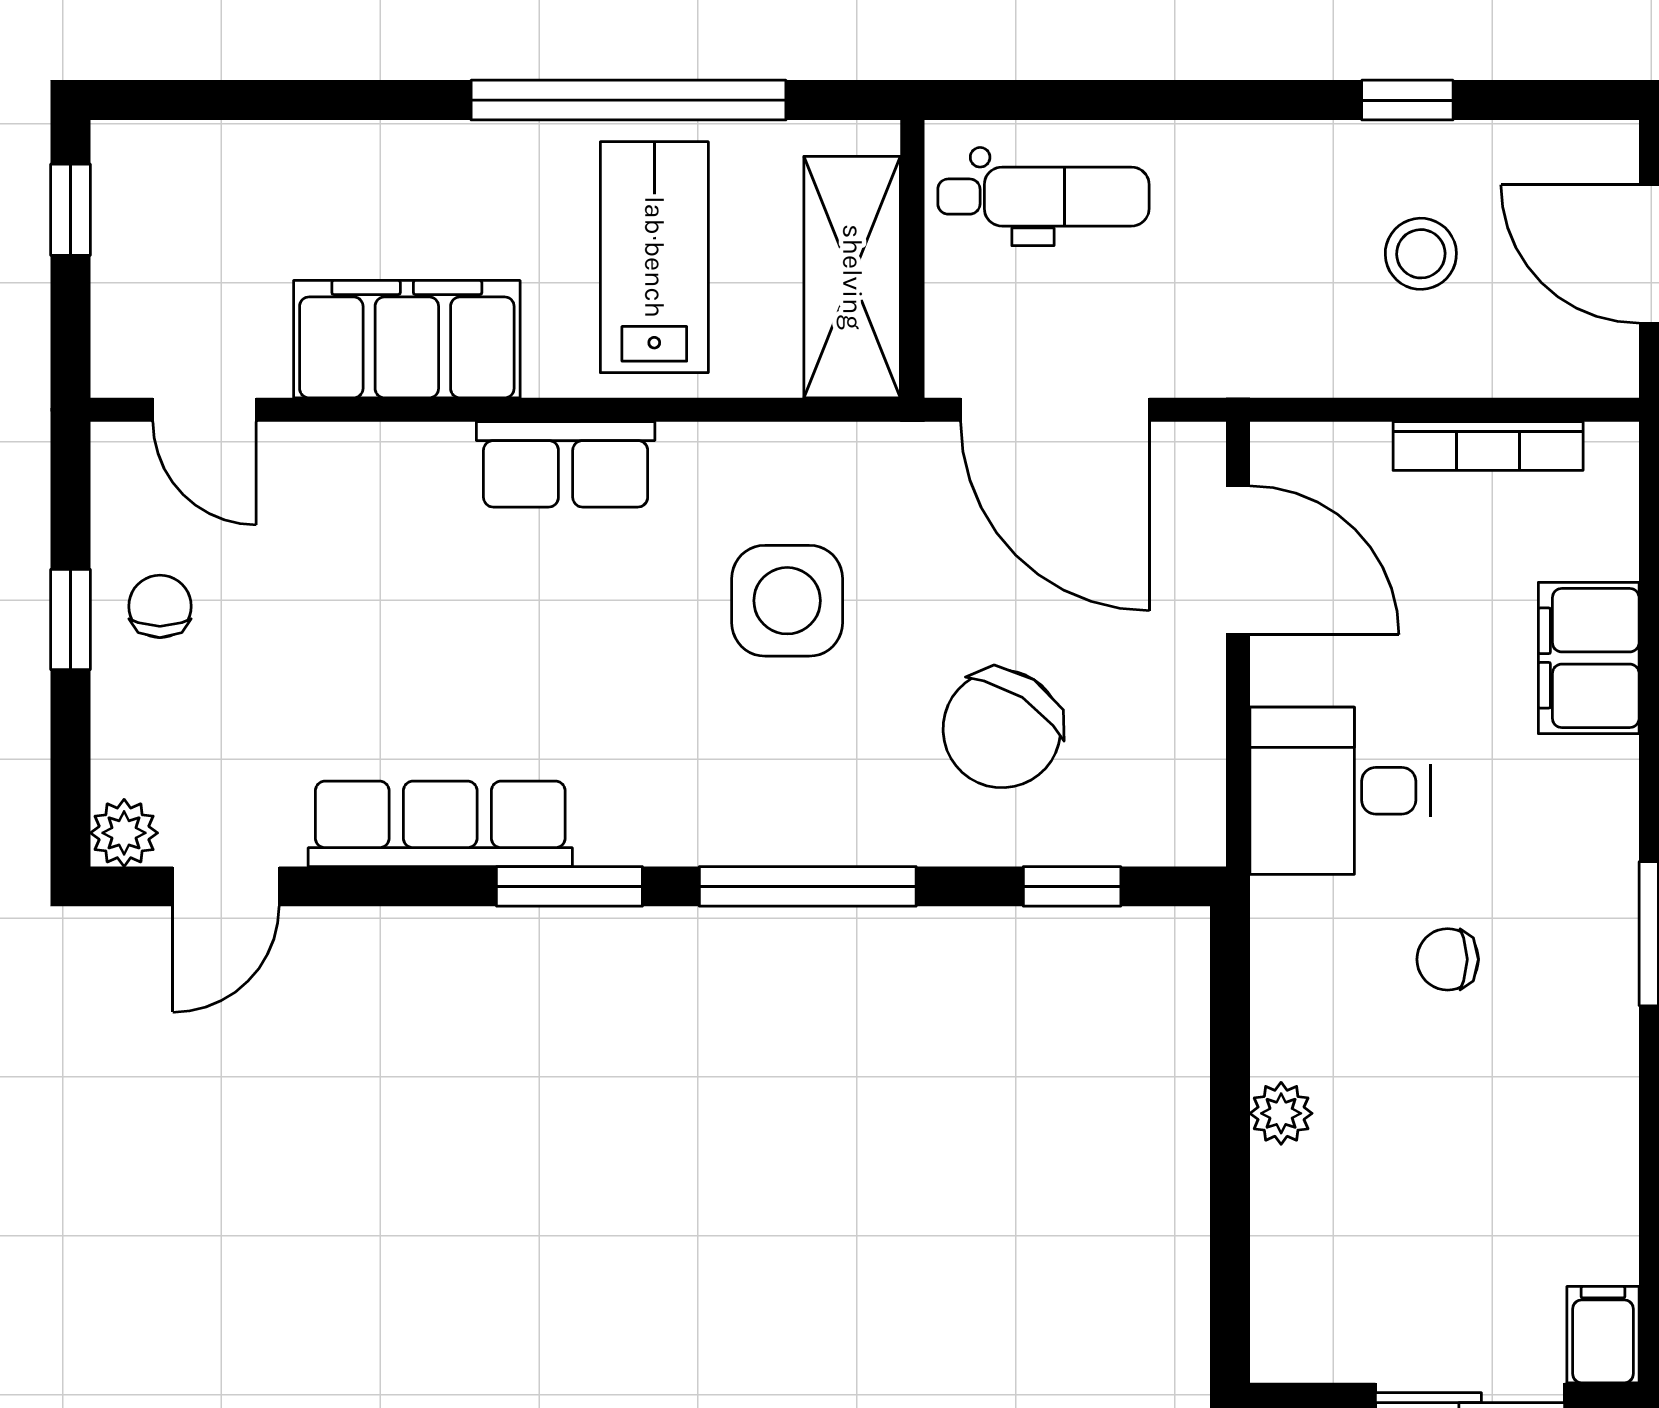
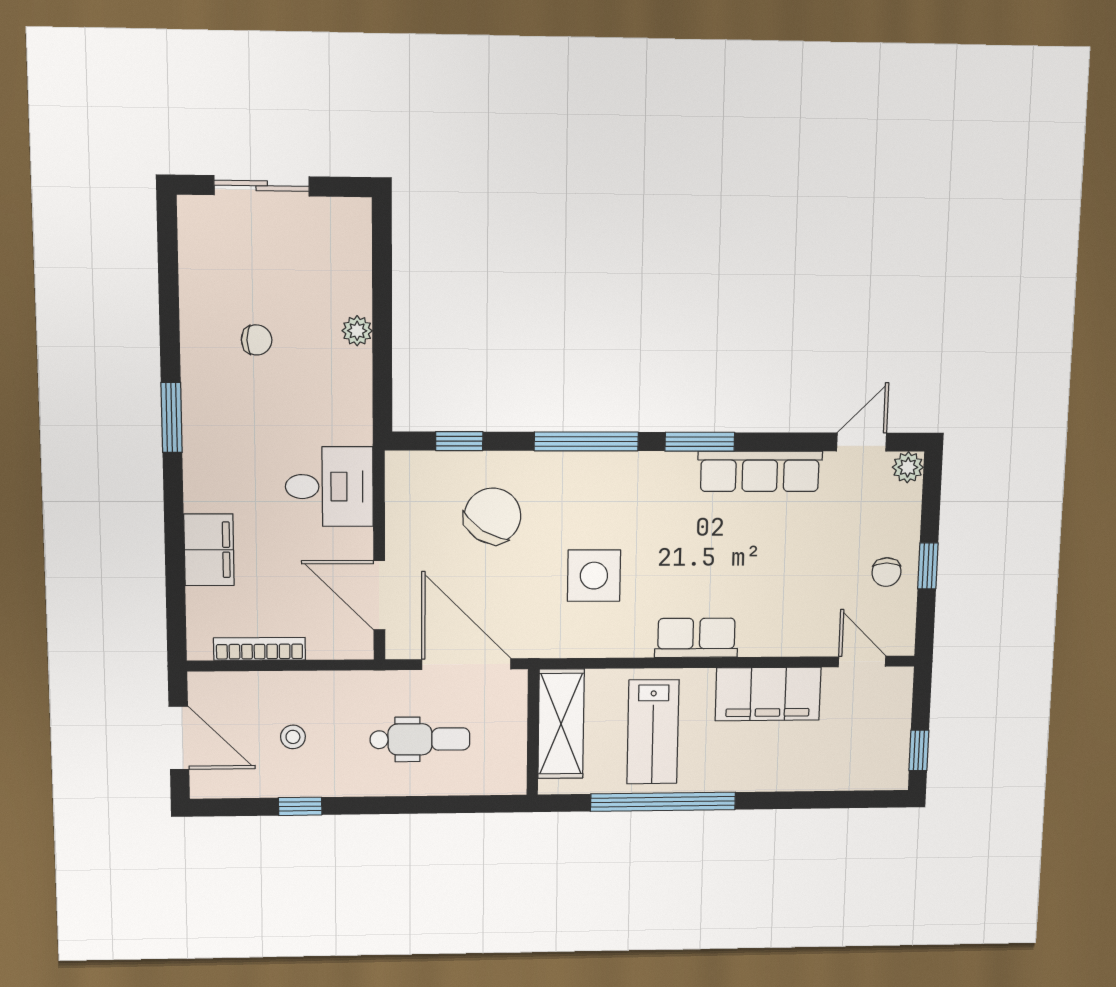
dental chair: (1043, 197) -> (420, 739), moved, turned 180
stool: (1421, 254) -> (293, 737), width x0.73, depth x0.73
chair: (1448, 959) -> (257, 340), moved
filing cabinet: (1603, 1335) -> (195, 219), removed

